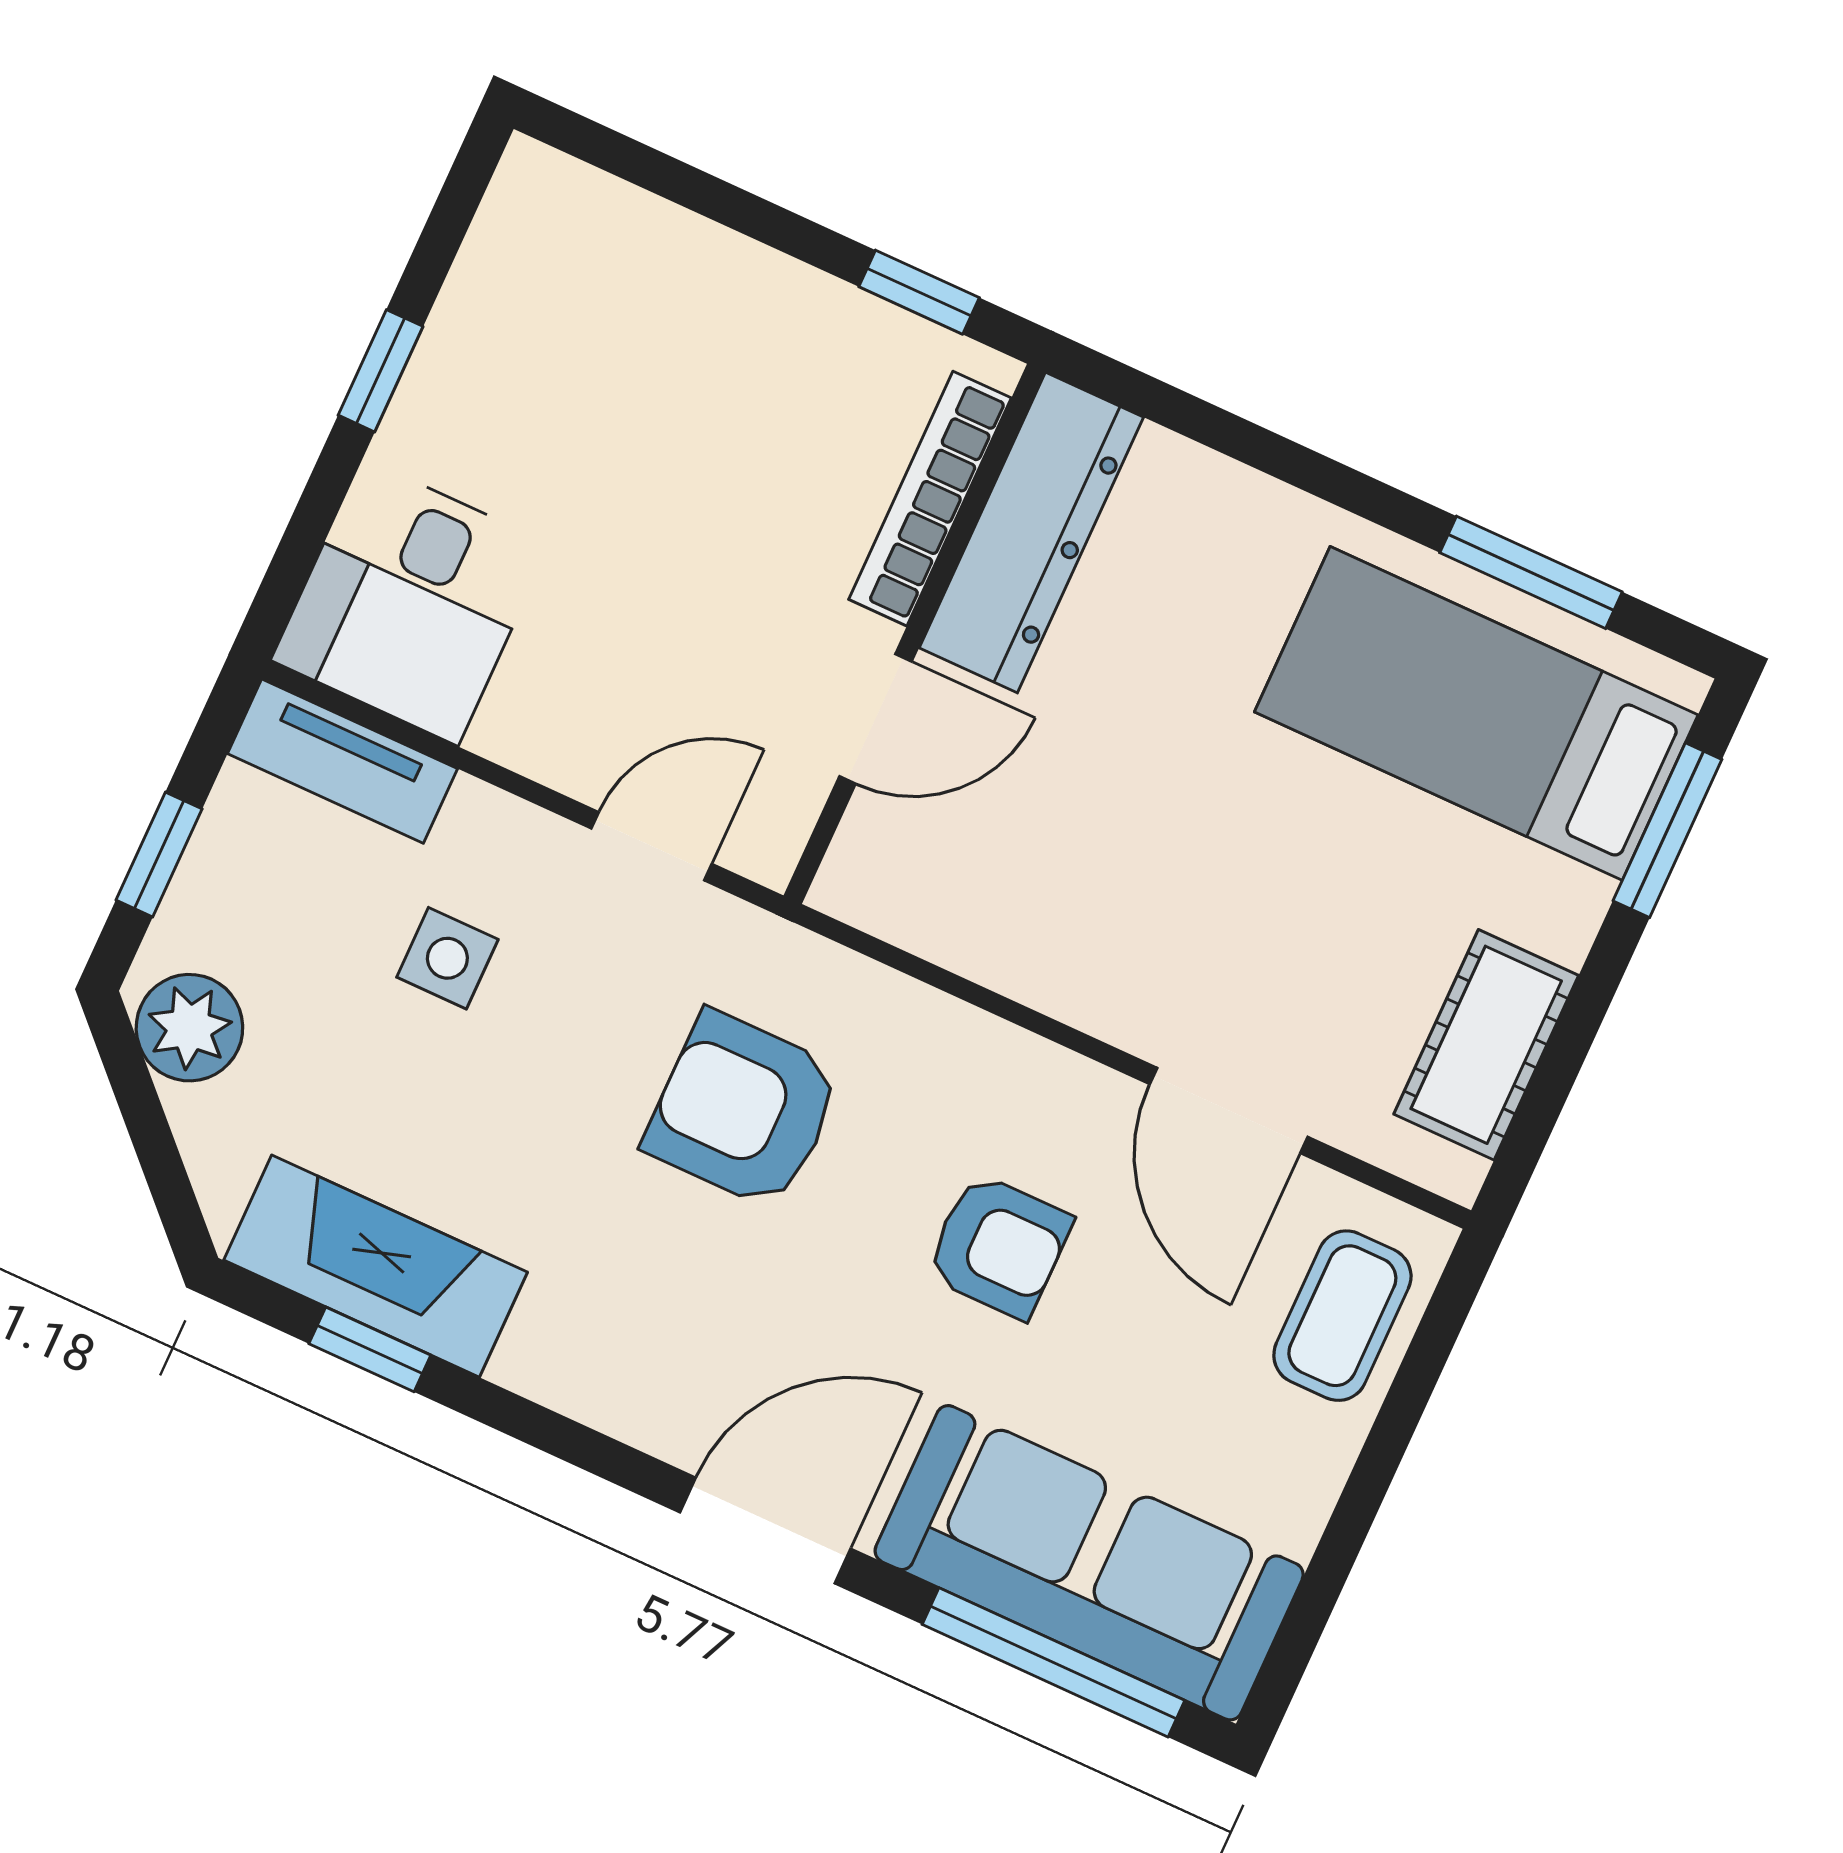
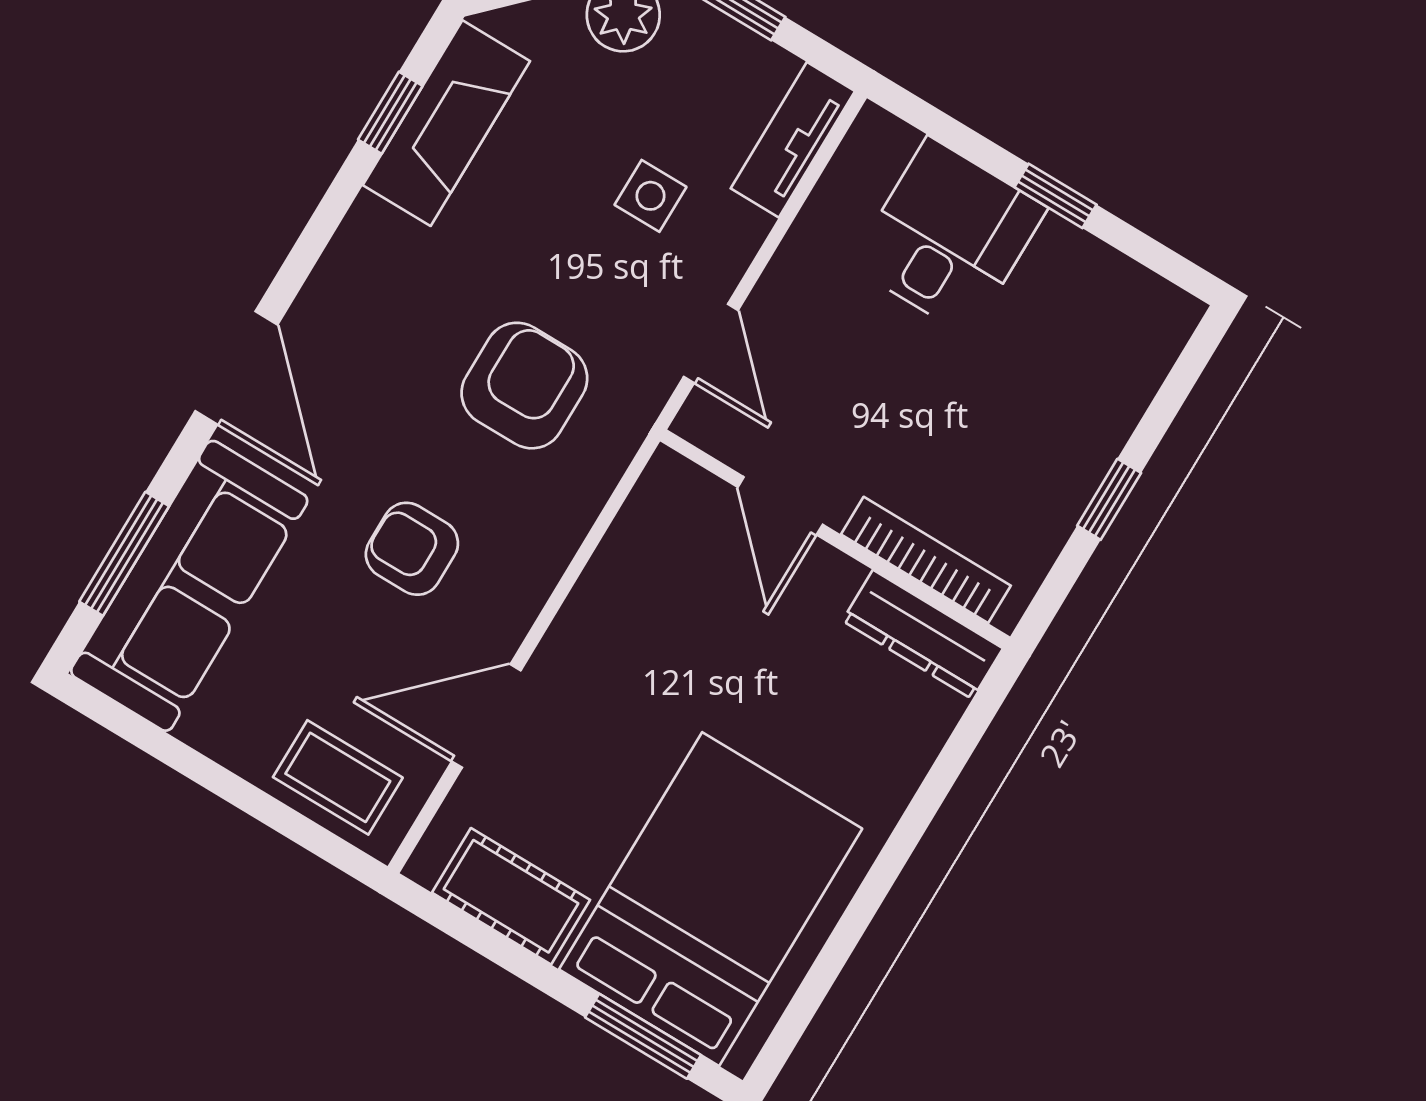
window: (919, 292) -> (1109, 499), moved
dresser: (1031, 533) -> (923, 635), width x0.73, depth x0.80
window: (1531, 572) -> (829, 963), removed
desk: (410, 602) -> (949, 237), moved, turned 90
bed: (1476, 713) -> (711, 899), width x1.50
armchair: (999, 1246) -> (412, 549), turned 90
window: (1054, 1662) -> (124, 554), width x0.69

